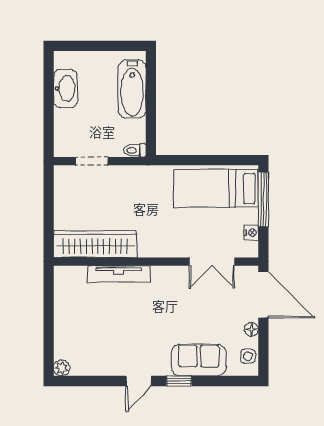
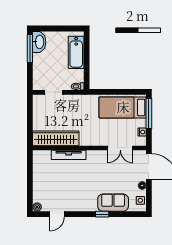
window: (49, 82) -> (30, 49), added
washbasin: (65, 89) -> (39, 42), moved
door: (139, 381) -> (57, 214), moved

